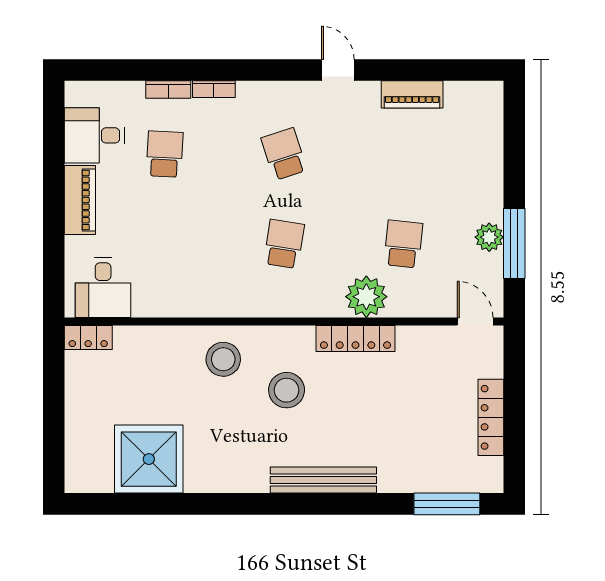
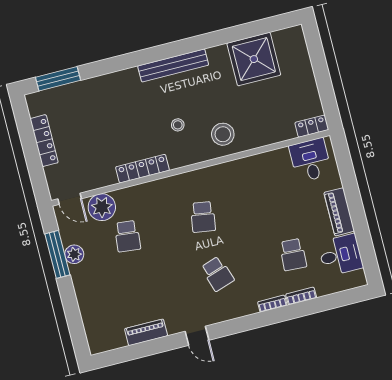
plant: (366, 297) -> (102, 207), moved
stool: (287, 390) -> (178, 125), width x0.53, depth x0.53
bench: (323, 480) -> (173, 65), moved

